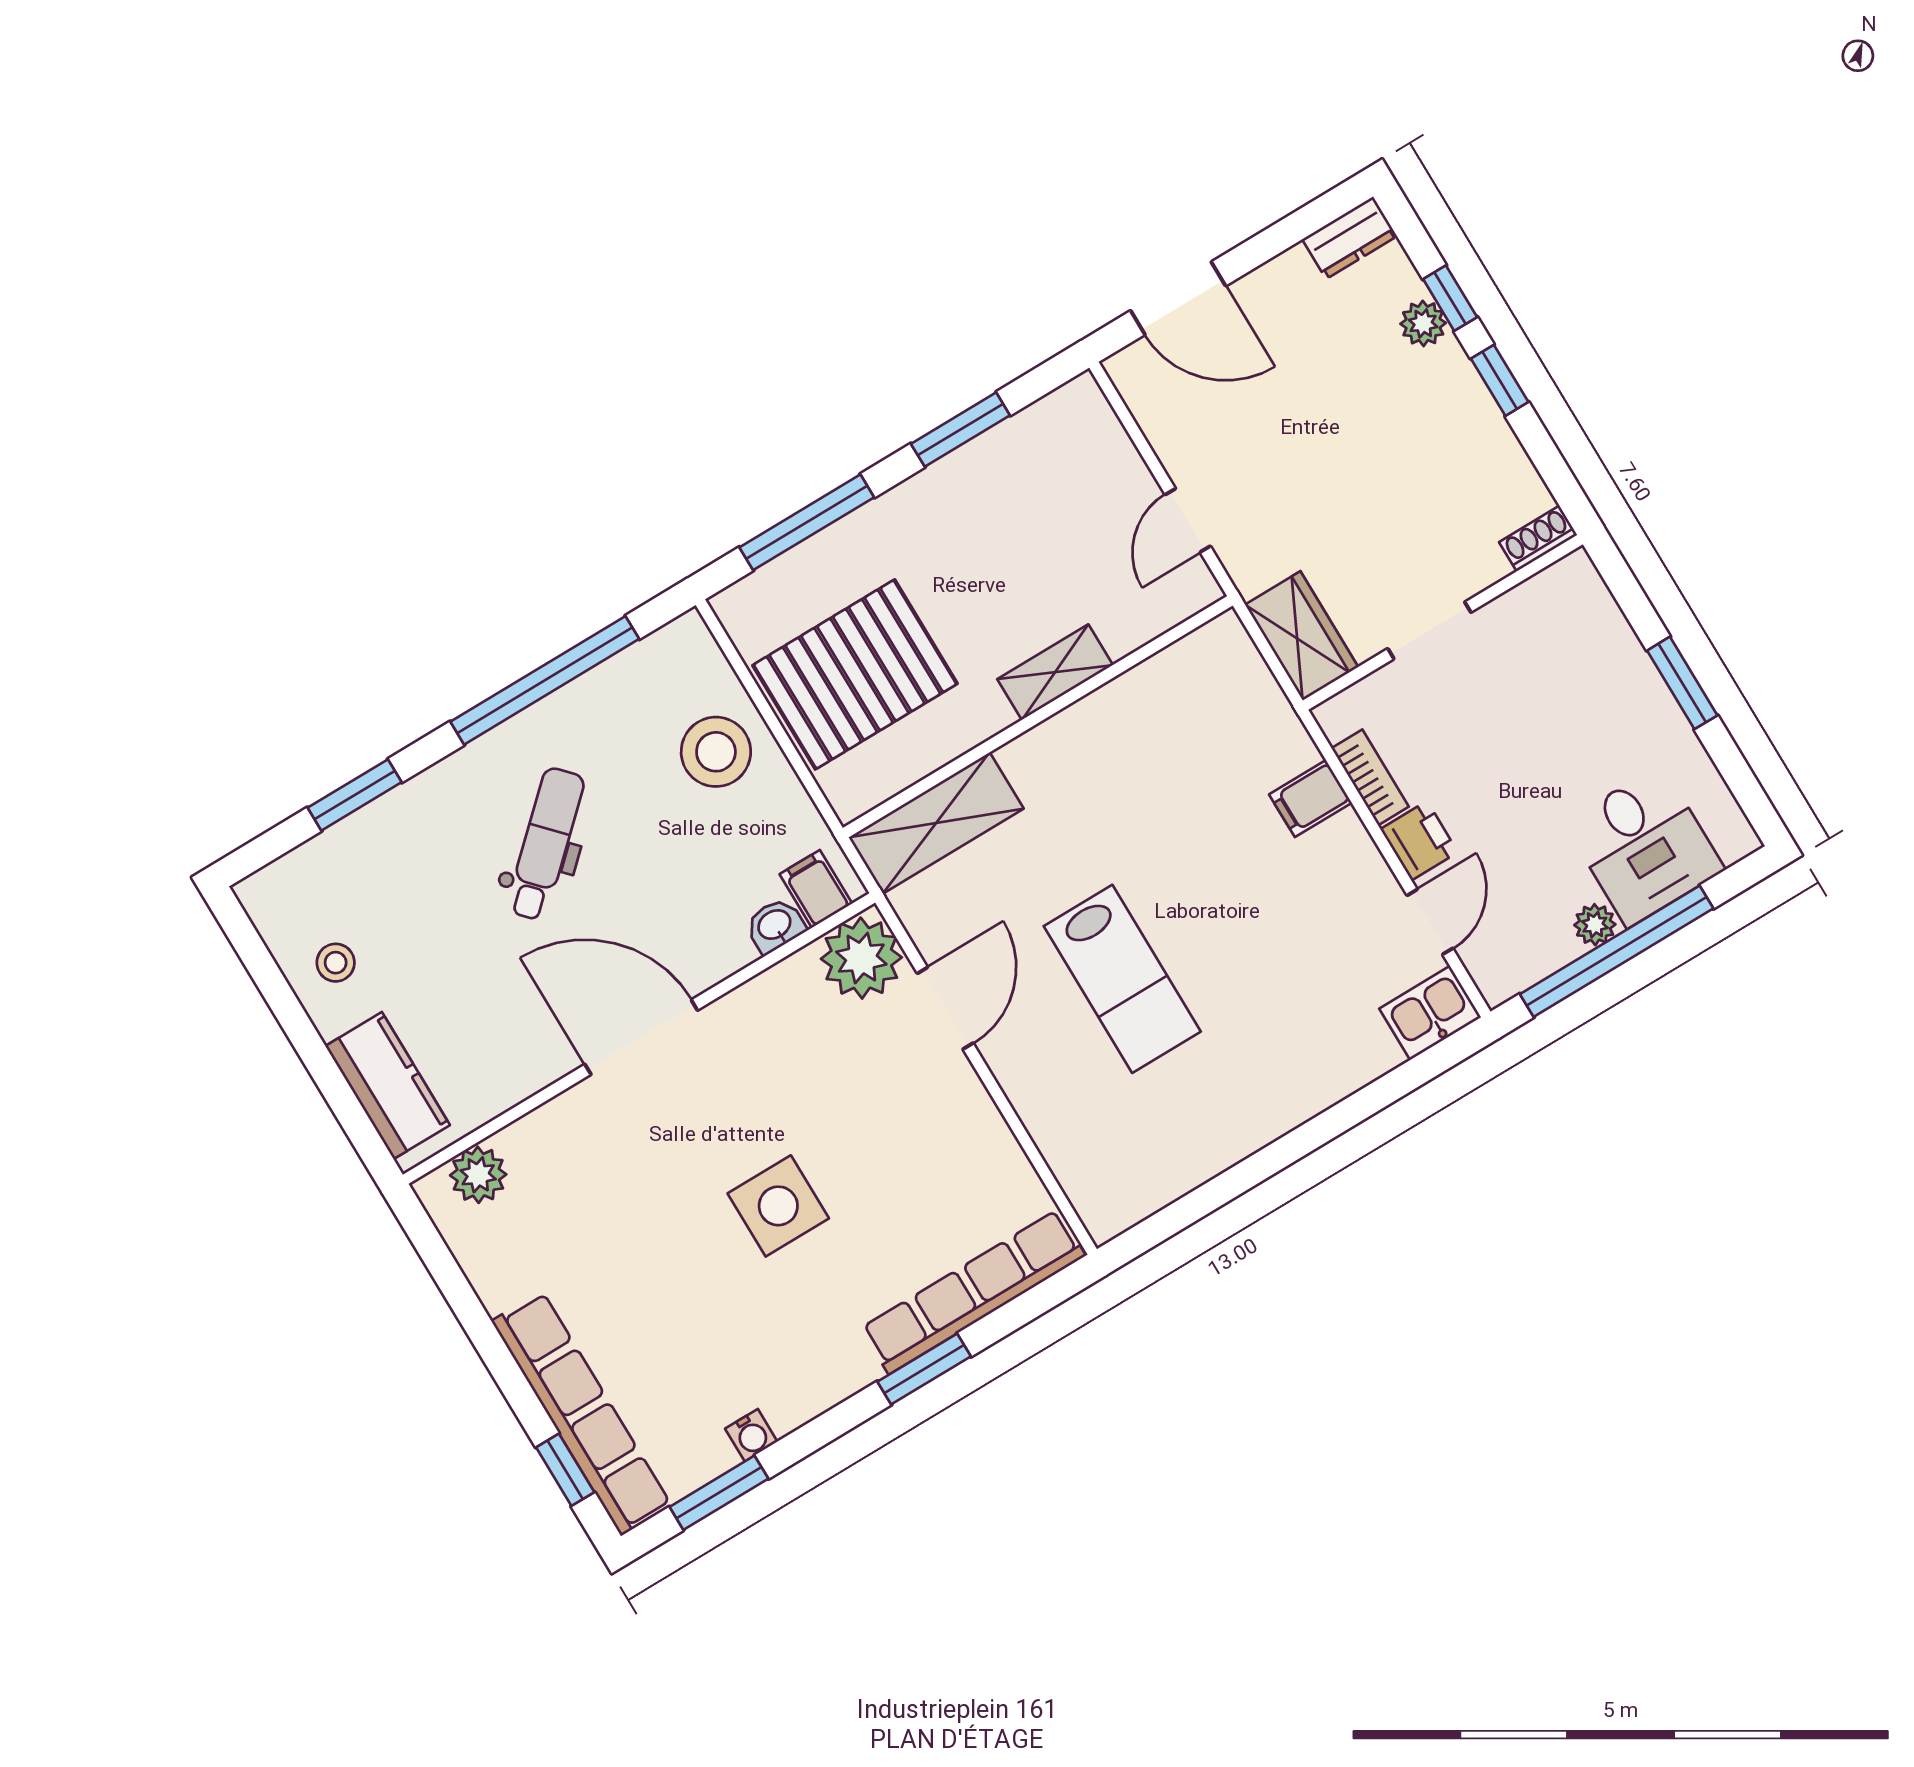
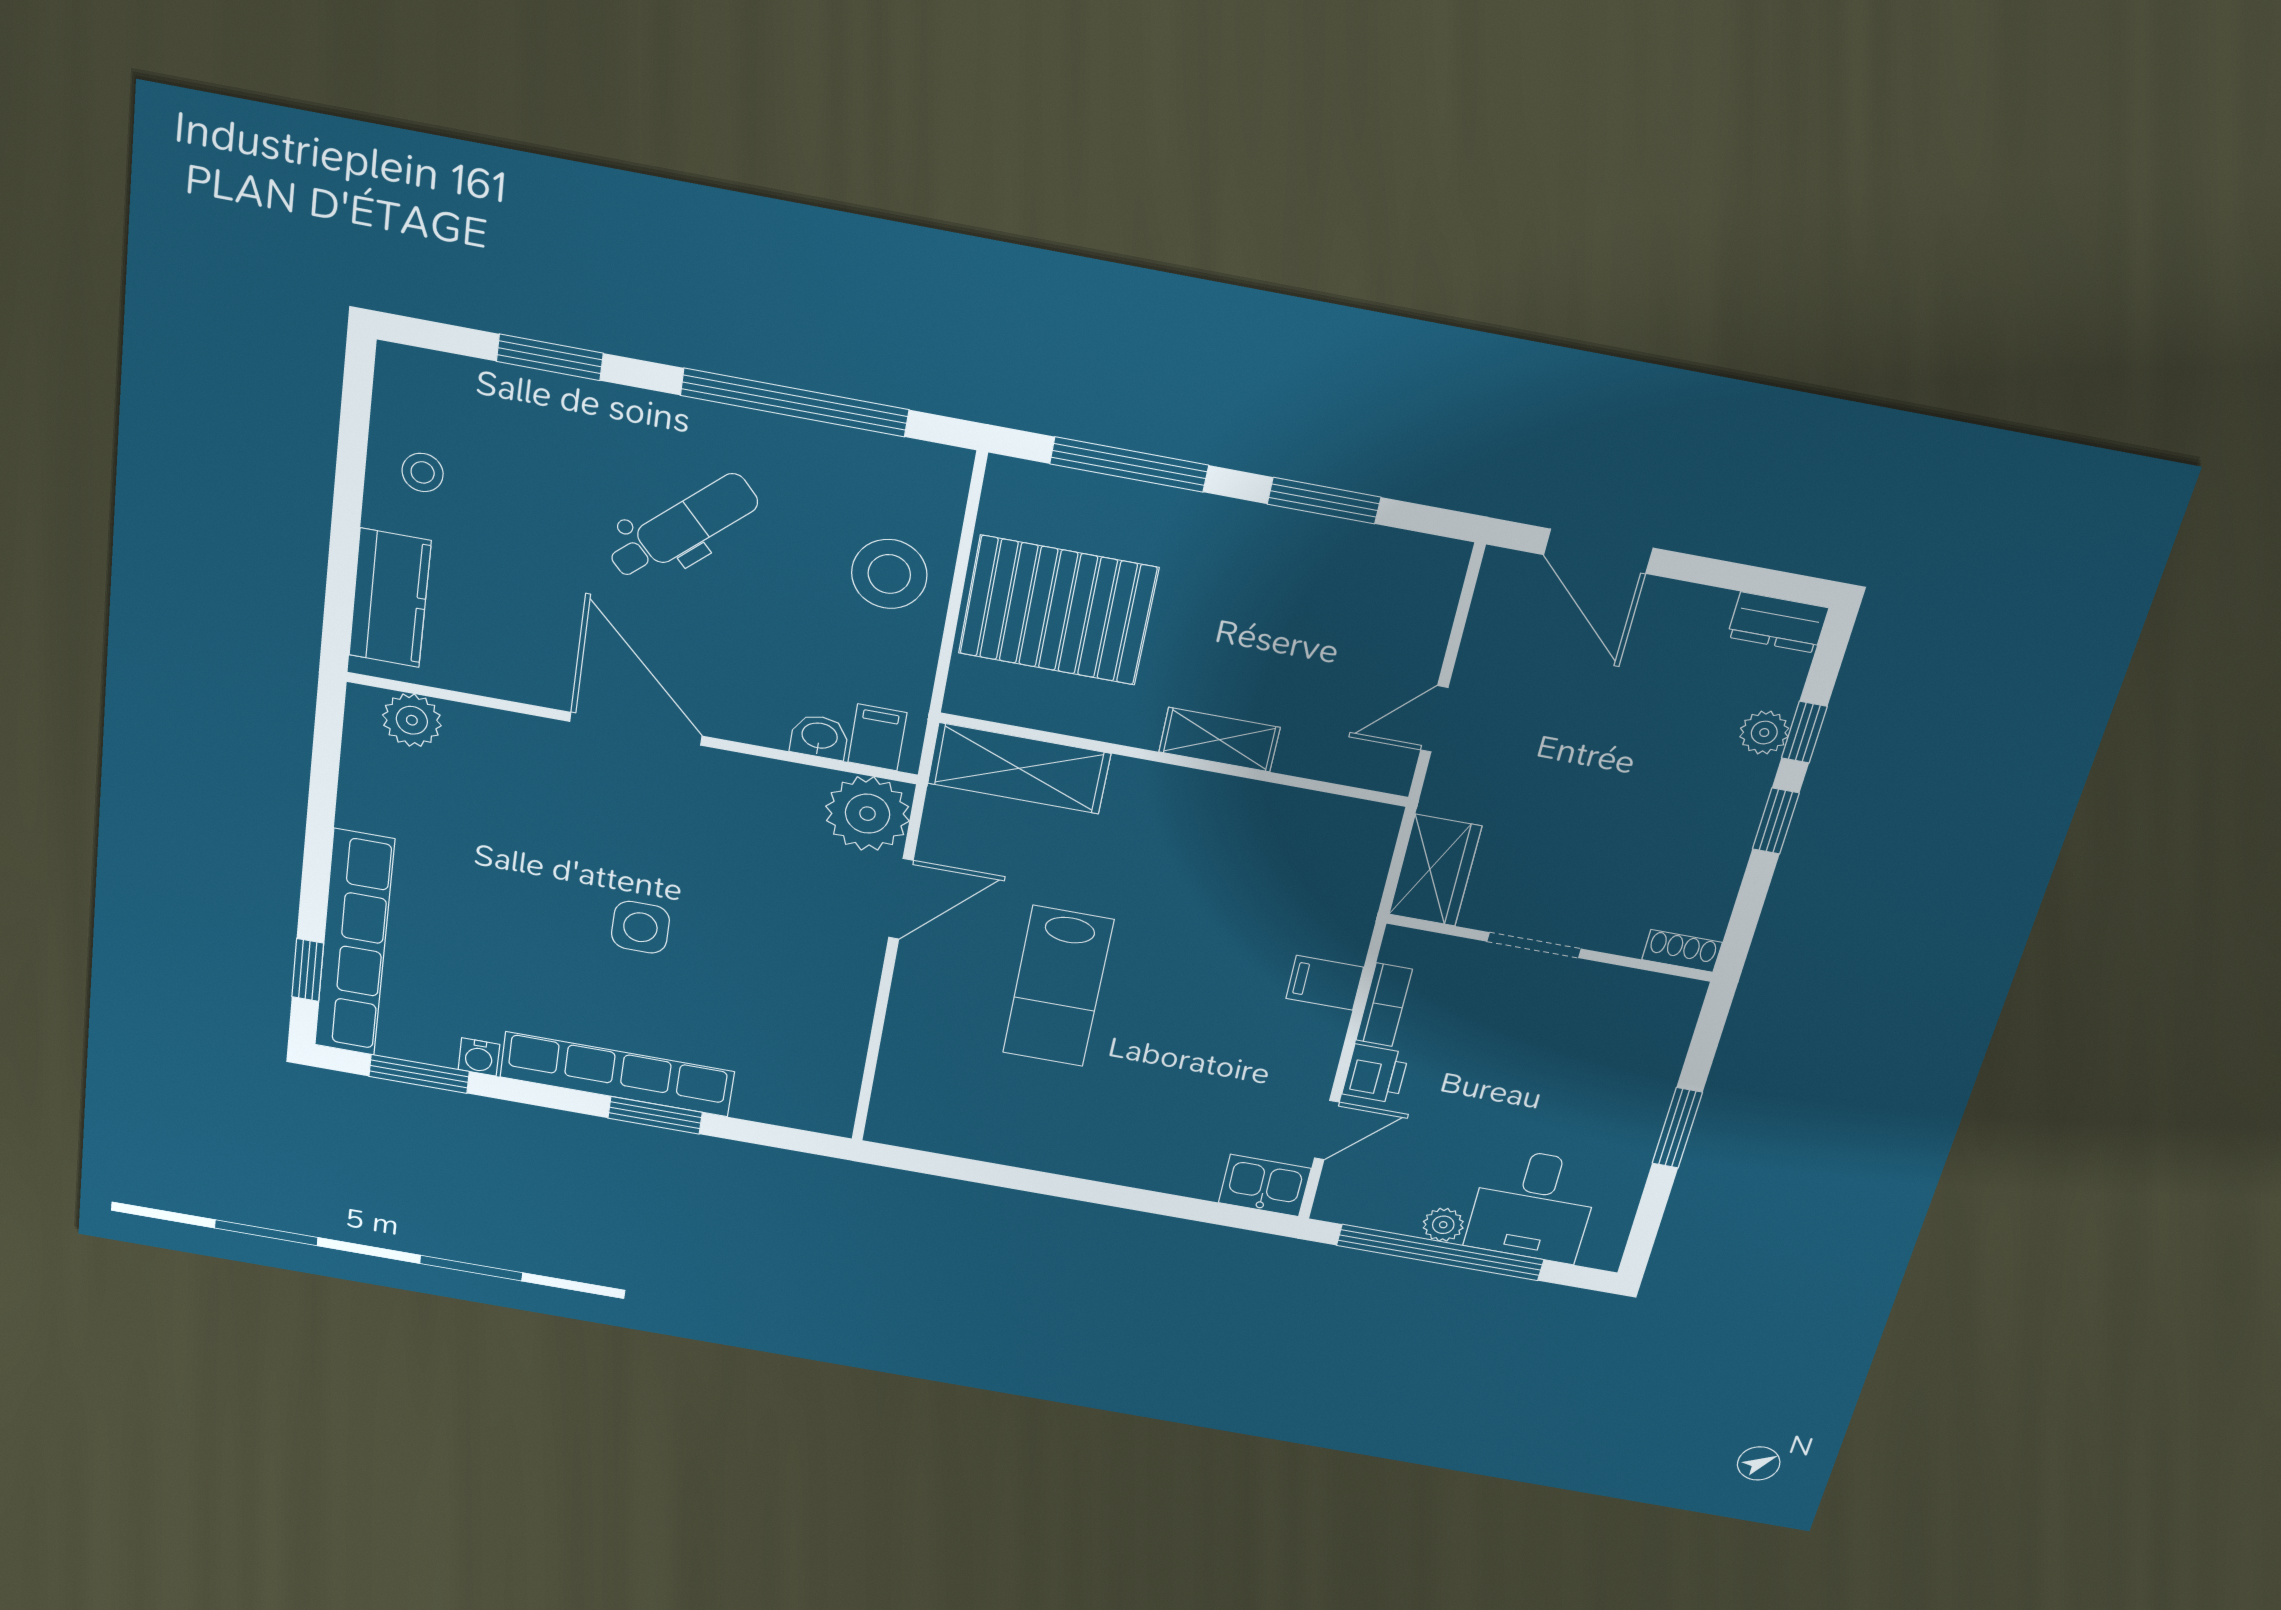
side table: (778, 1206) -> (640, 927), width x0.73, depth x0.73
row of seats: (973, 1292) -> (617, 1074), moved

